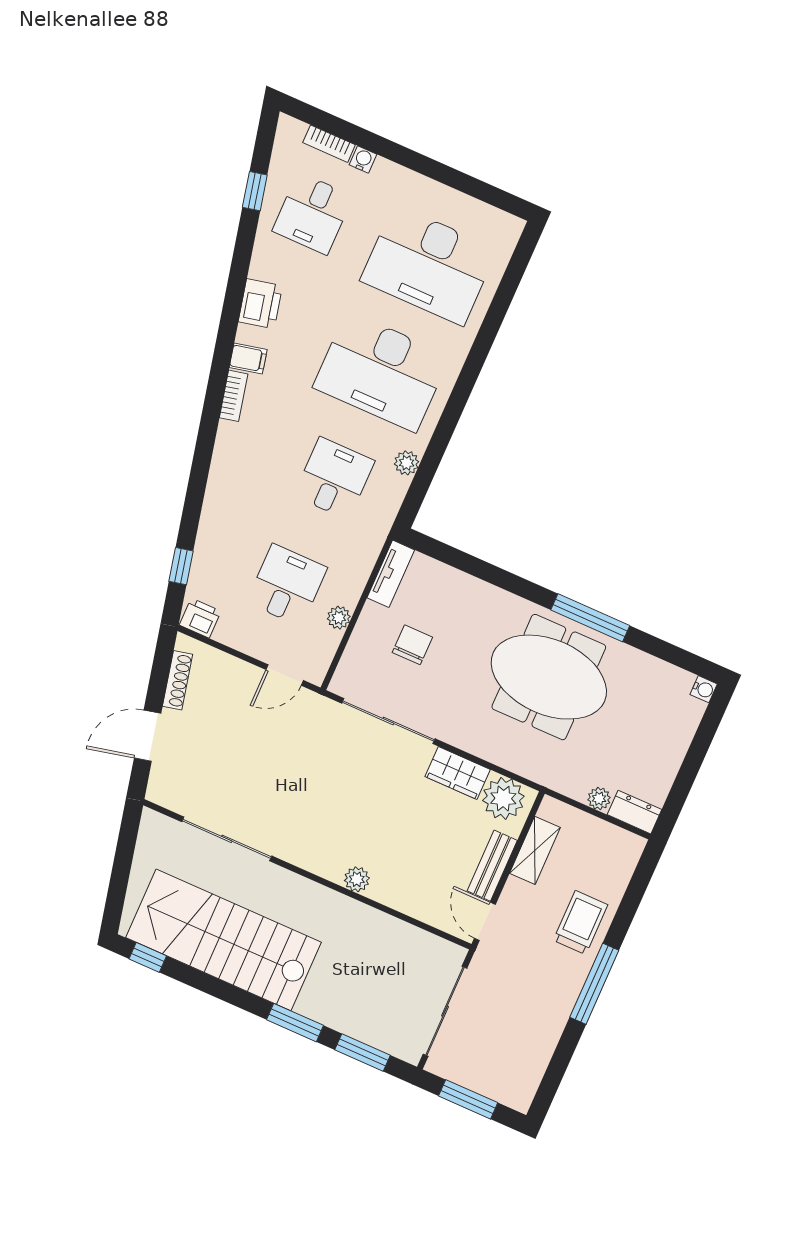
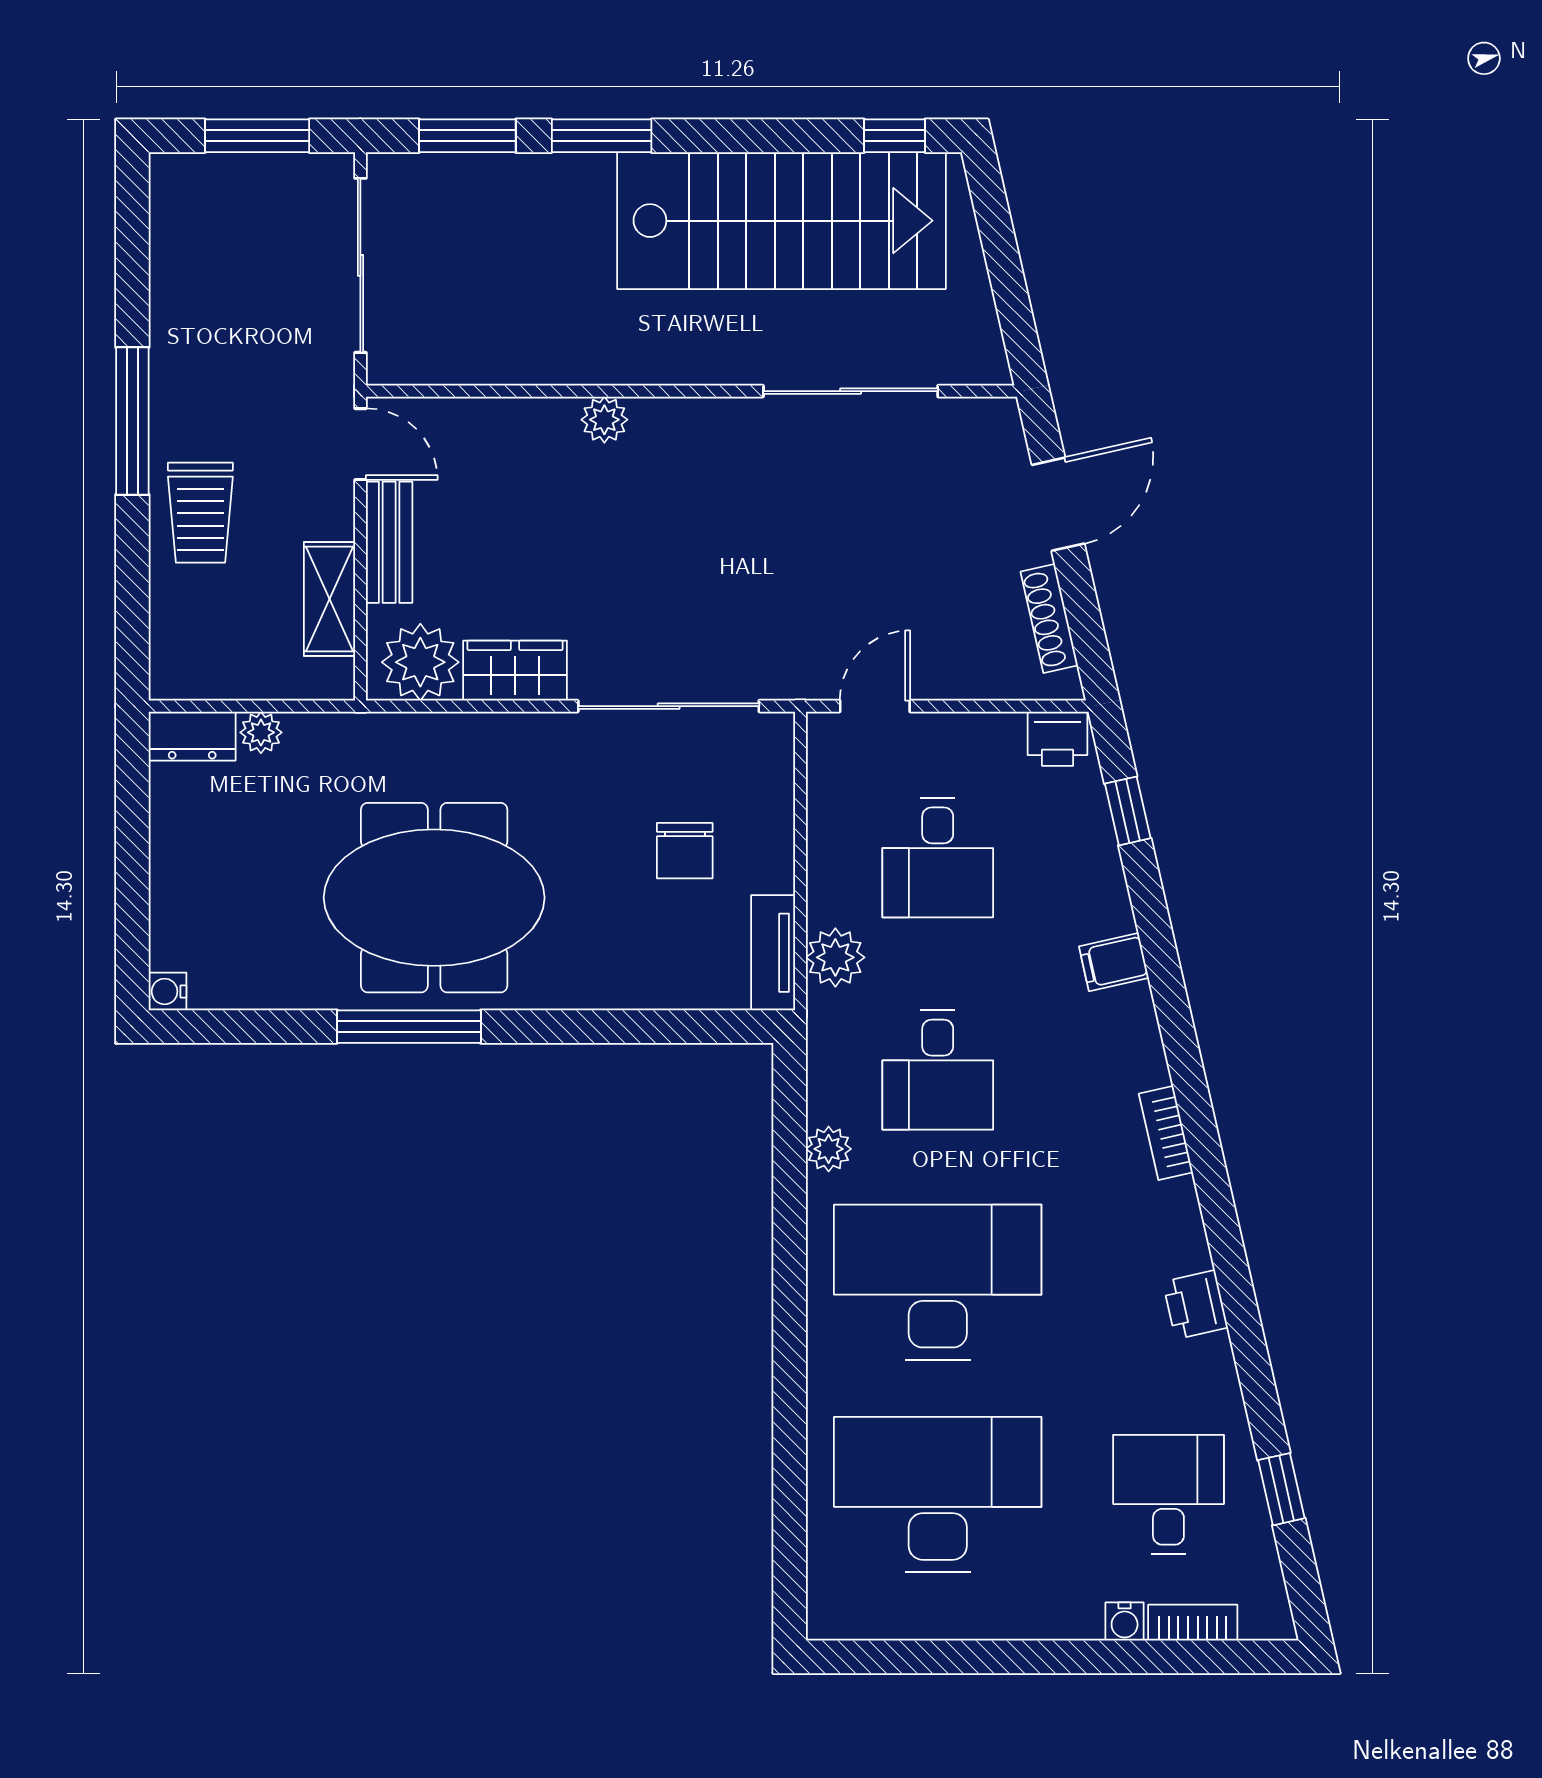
printer: (260, 304) -> (1195, 1305), width x0.73, depth x0.81
filing cabinet: (248, 359) -> (1114, 962), moved
plant: (339, 618) -> (835, 957), moved, width x1.38, depth x1.38

